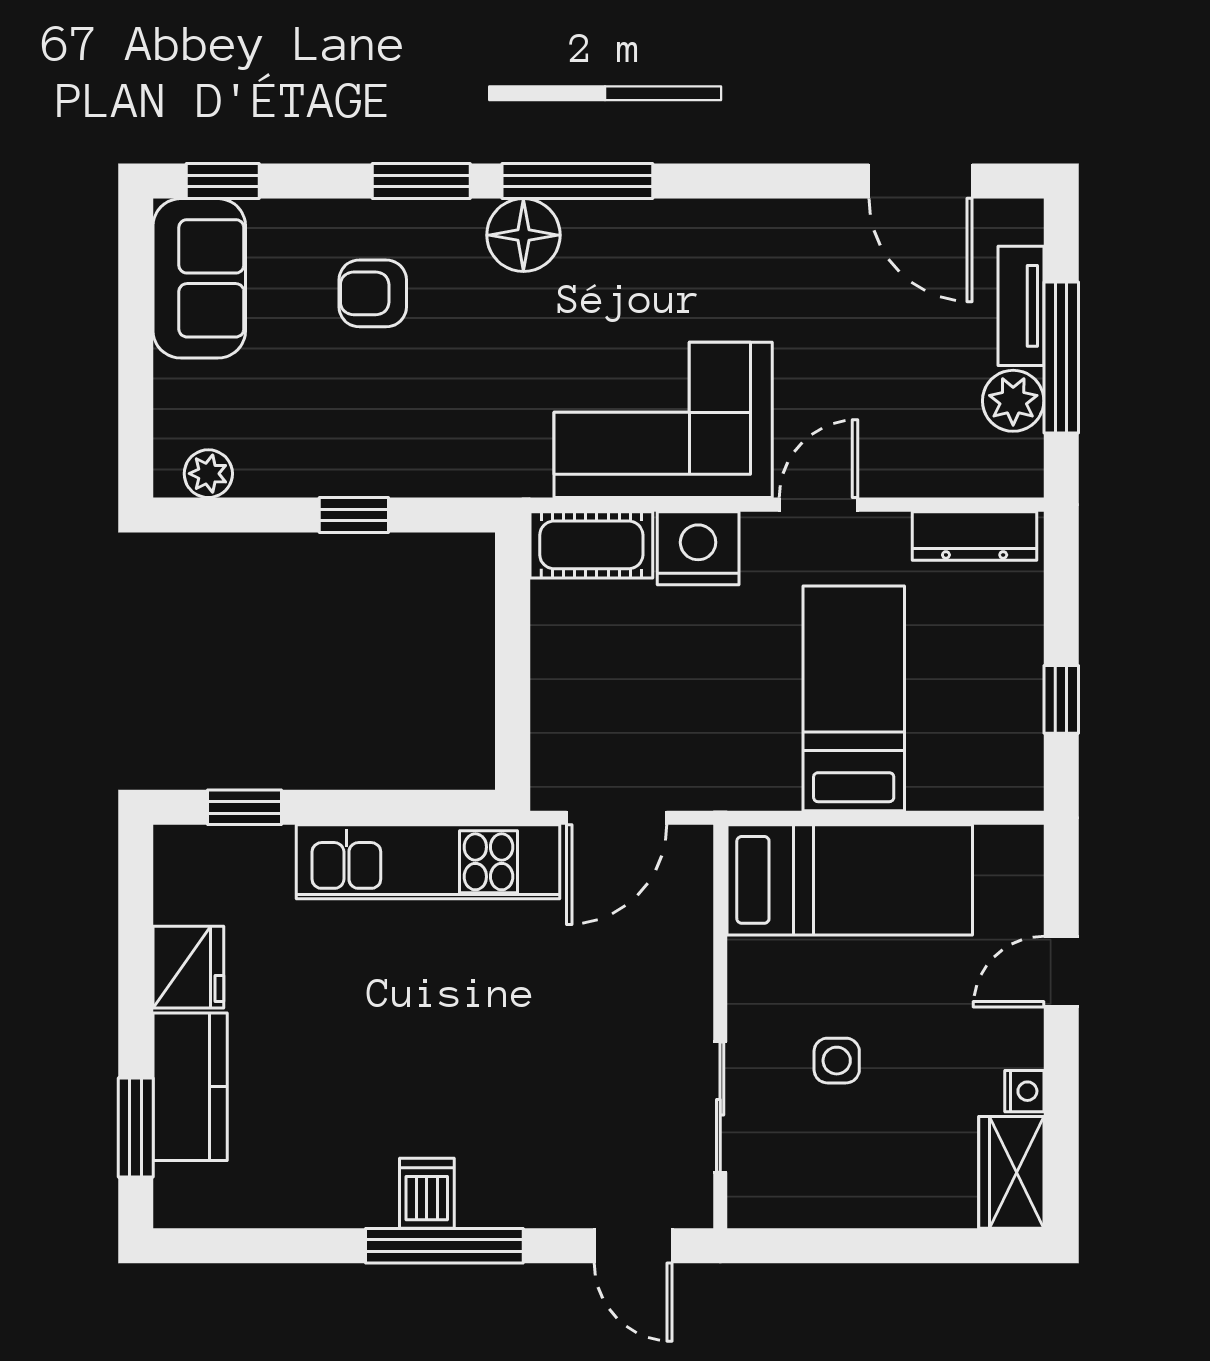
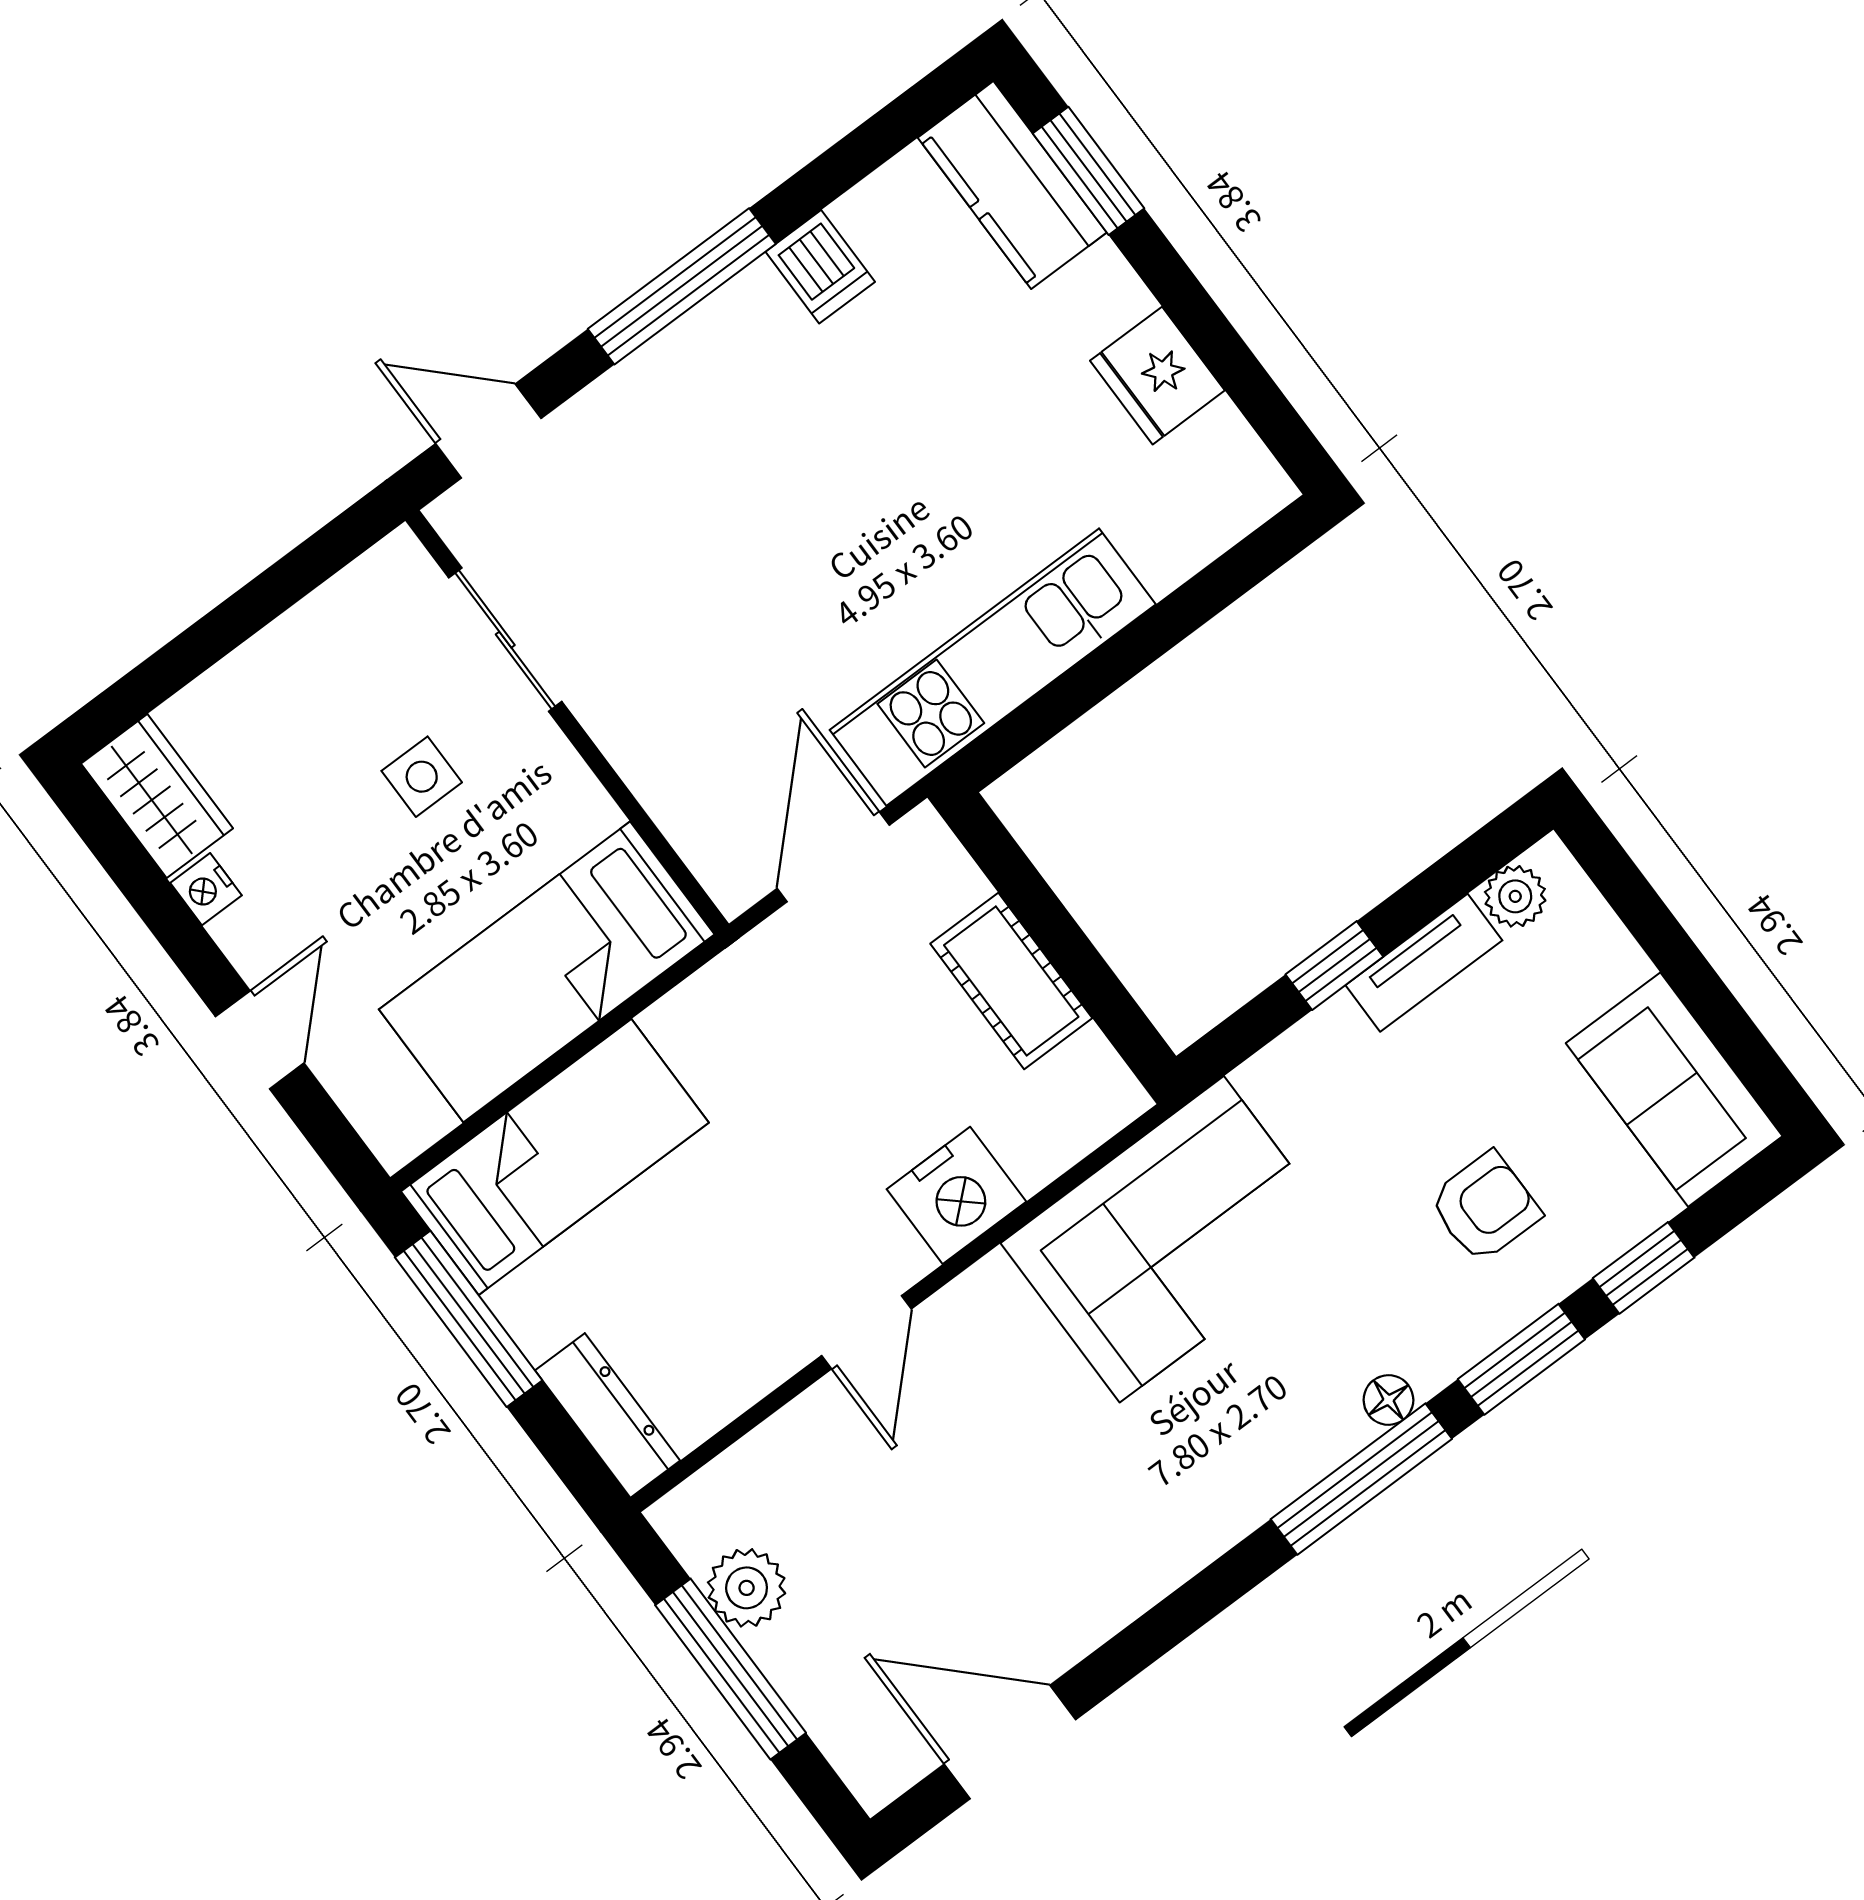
window: (223, 181) -> (1644, 1268), moved
floor lamp: (523, 235) -> (1388, 1400), width x0.53, depth x0.53
tv unit: (1021, 306) -> (1424, 963), moved, turned 90
corner sofa: (663, 420) -> (1172, 1239), moved
dresser: (975, 536) -> (608, 1415), moved, turned 90
cot: (591, 545) -> (1011, 981), moved, turned 90
bed: (854, 698) -> (555, 1157), moved, turned -90
window: (1061, 699) -> (469, 1319), width x2.17
window: (245, 807) -> (1222, 582), removed
kitchen counter: (190, 1087) -> (1012, 185), moved
dishwasher: (427, 1193) -> (820, 267), moved

